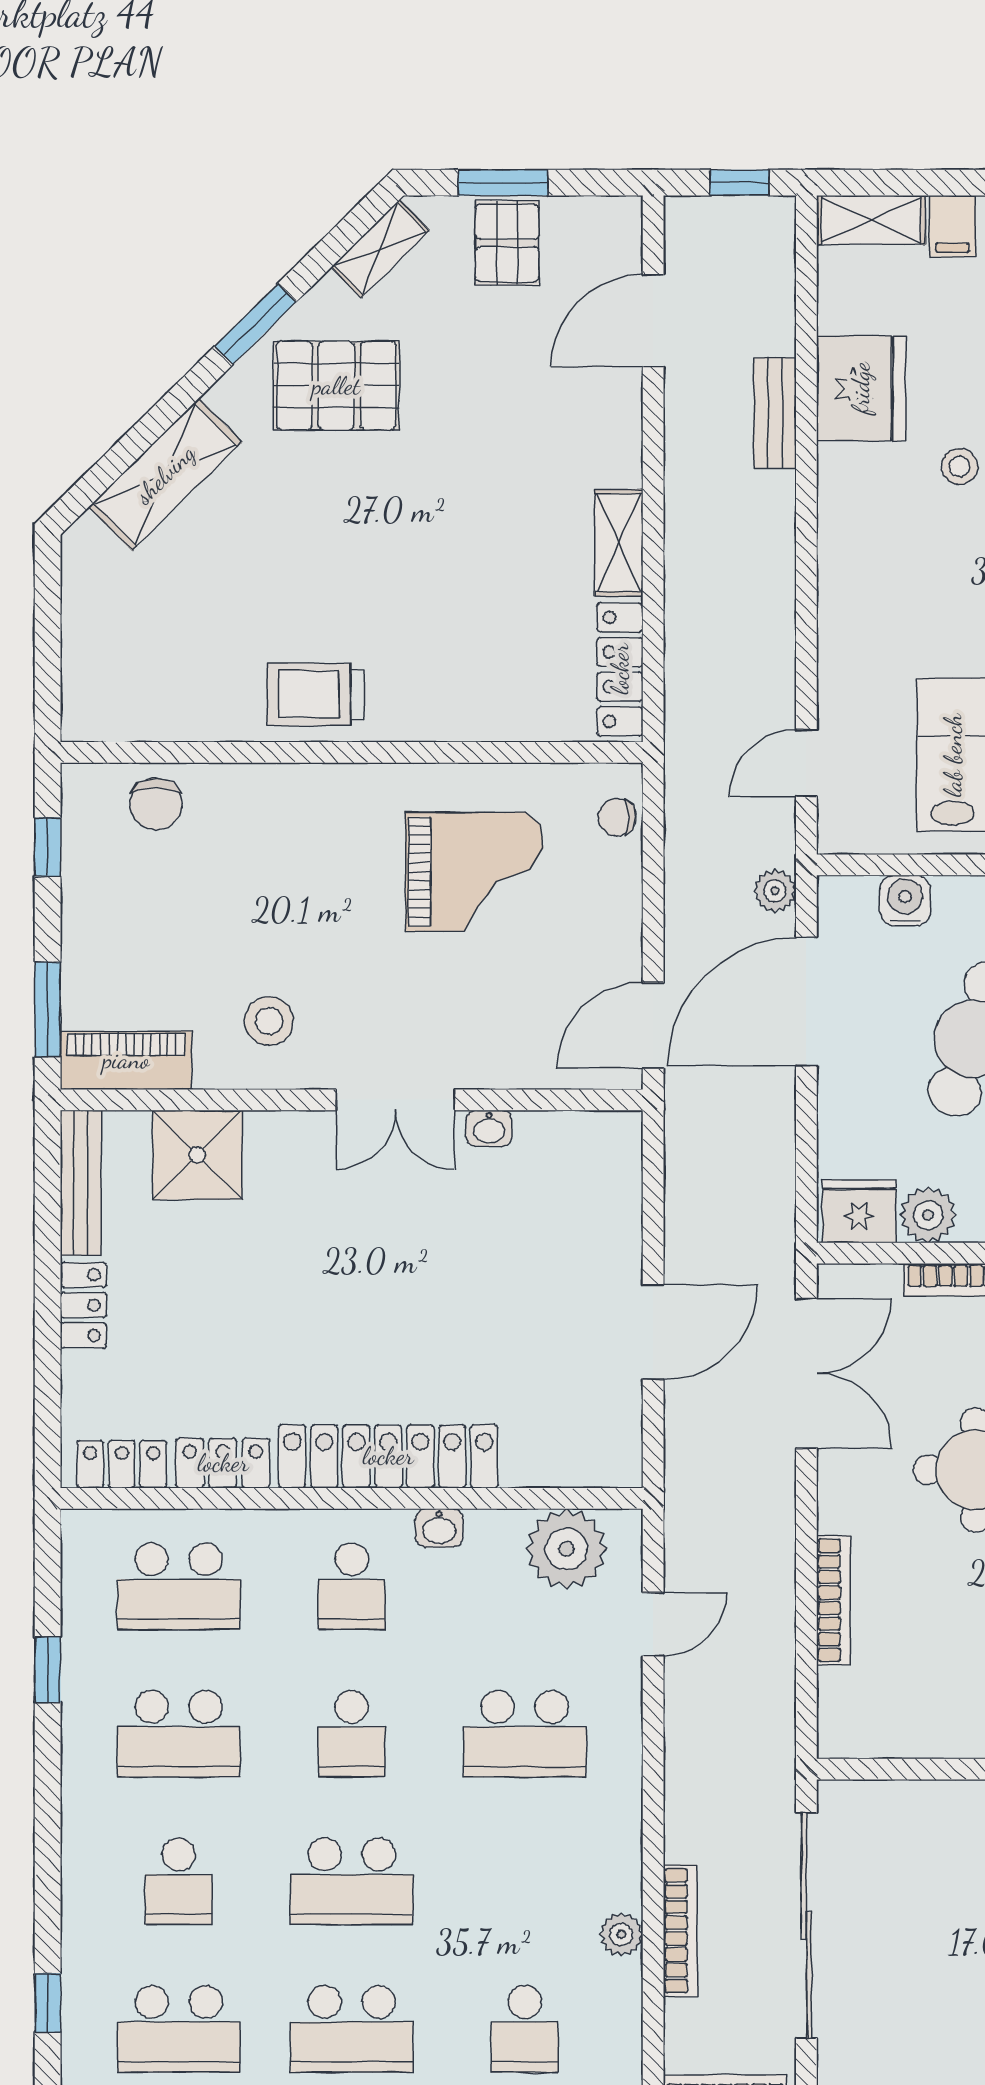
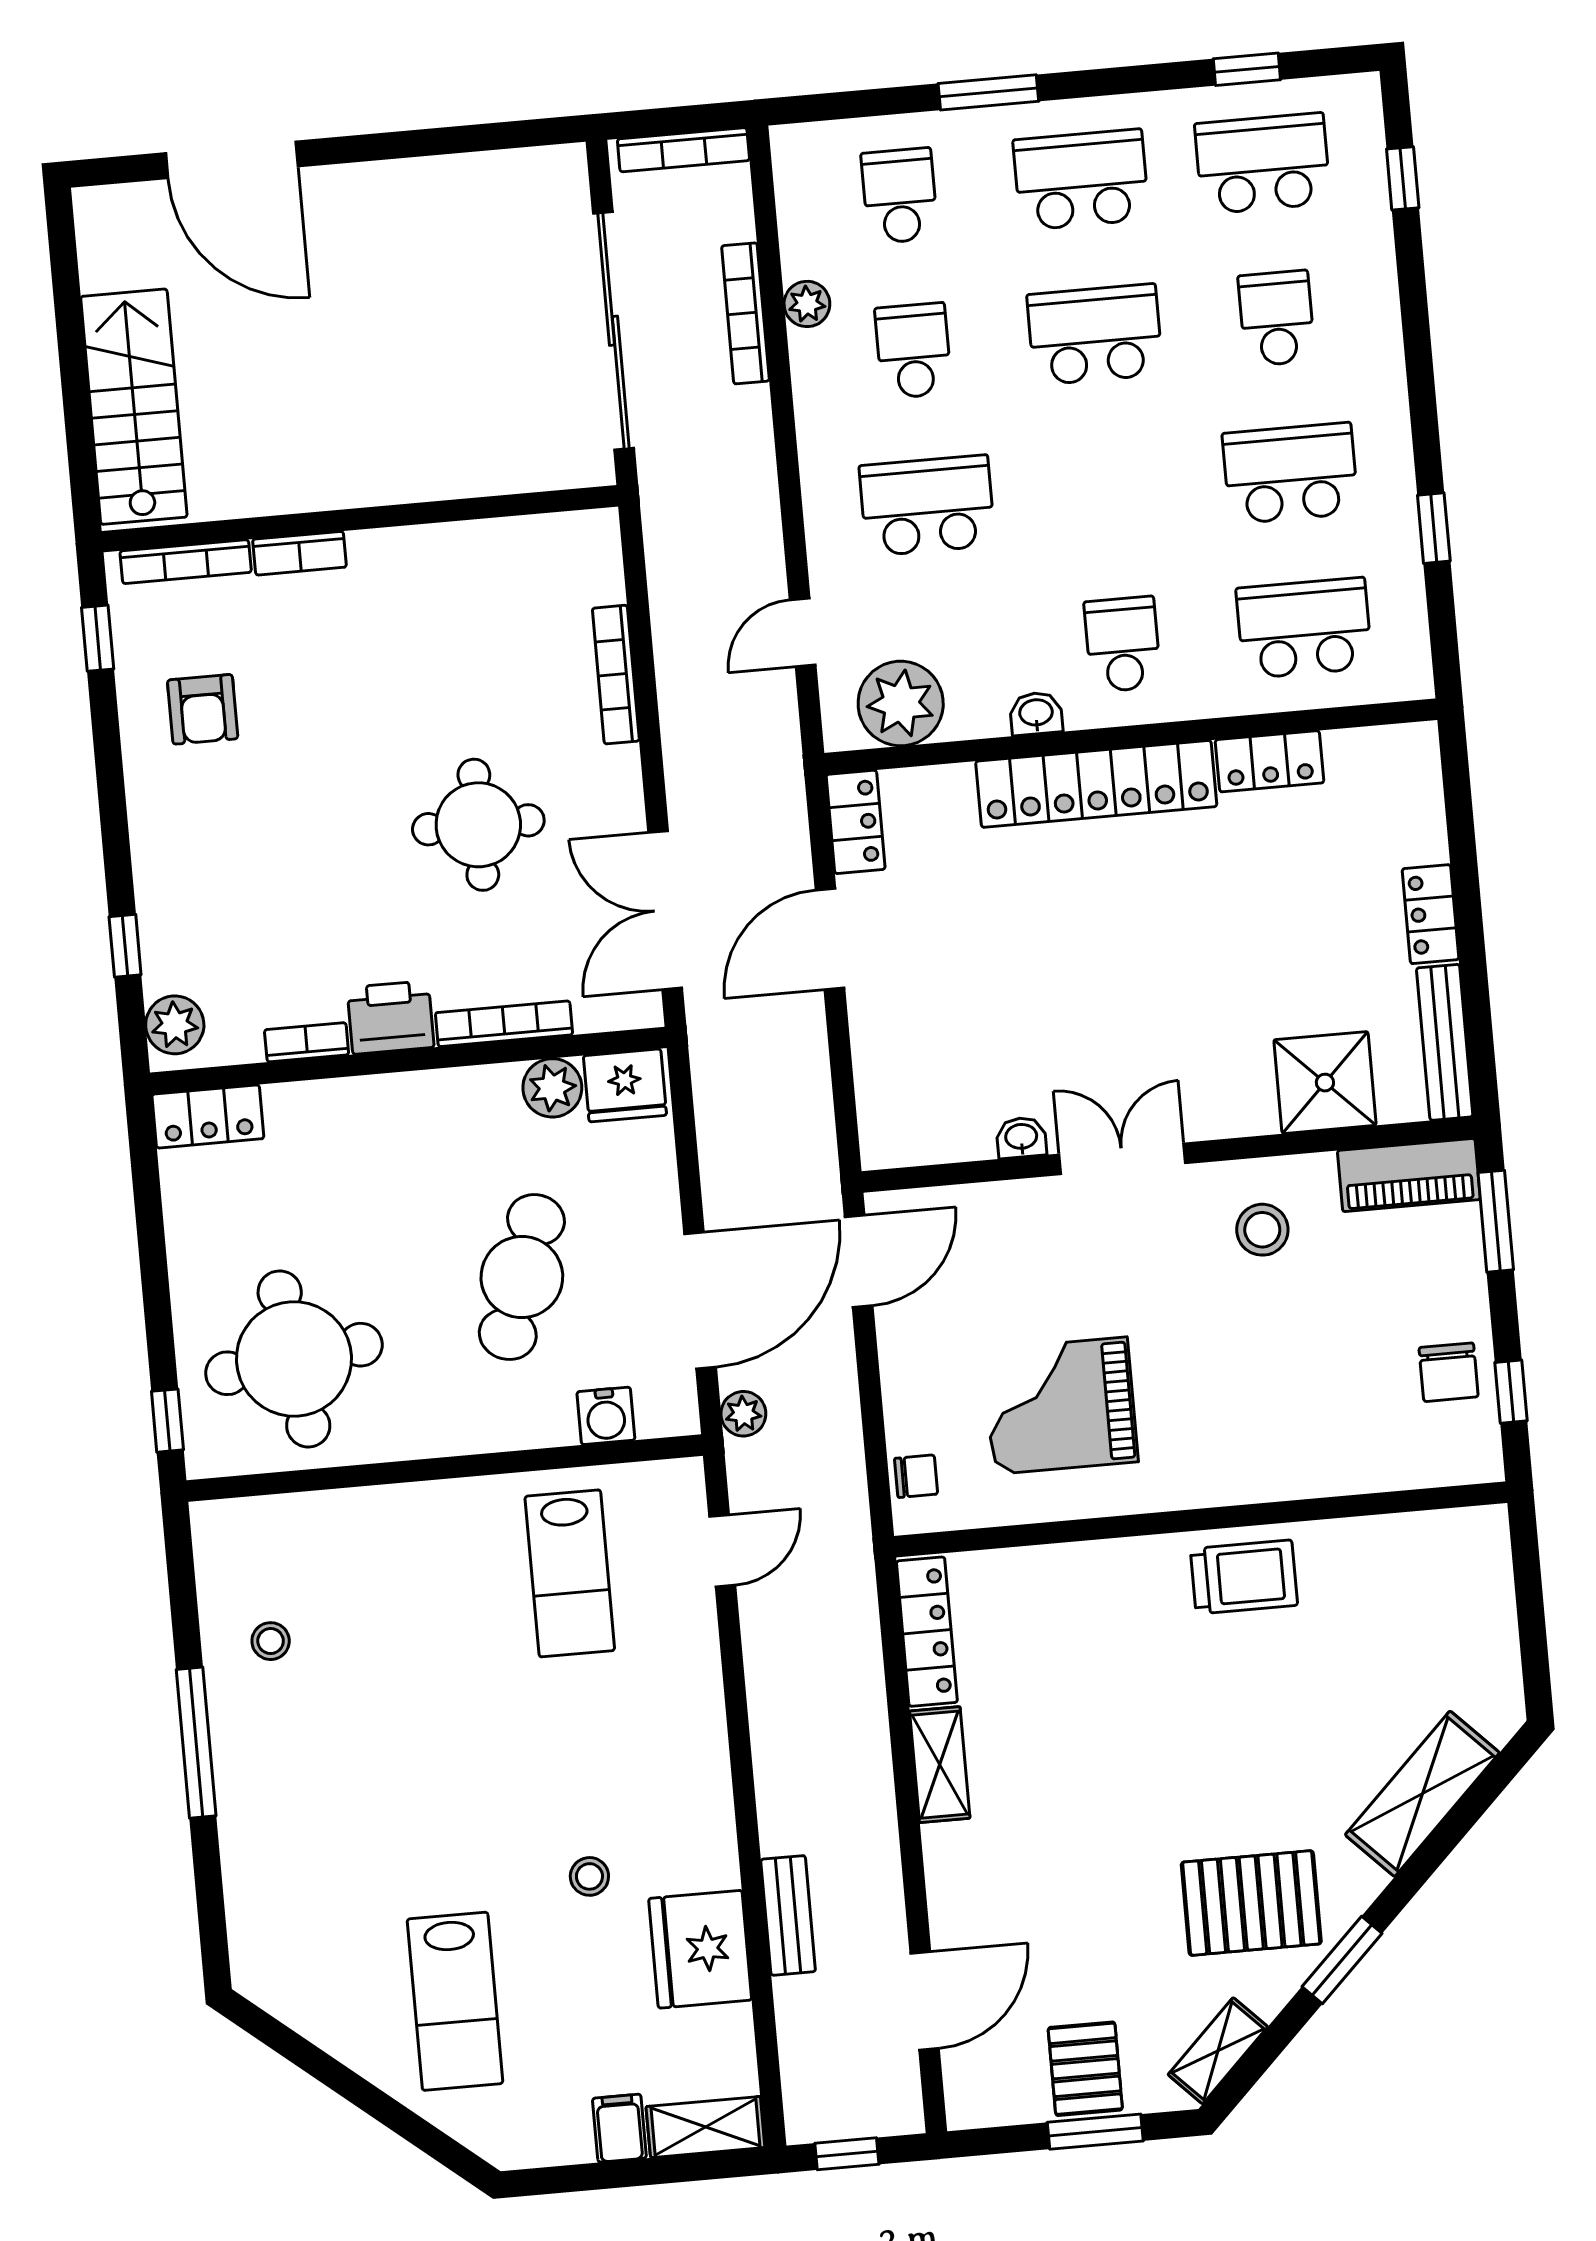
chair: (156, 804) -> (1449, 1372), moved, turned 180
locker: (122, 1464) -> (856, 822), moved, turned -90
school desk: (352, 1734) -> (913, 351), moved

